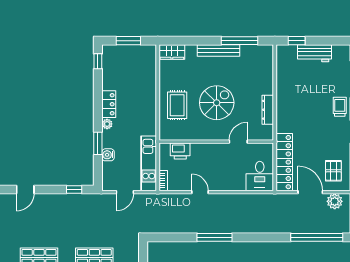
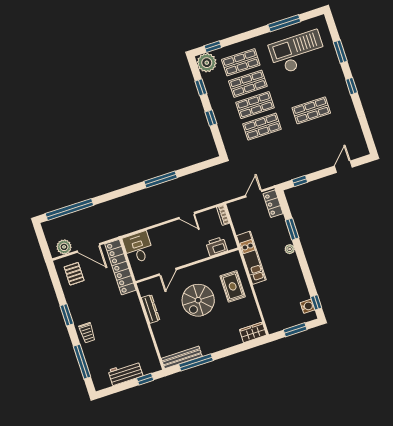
bench: (219, 50) -> (182, 357), moved
locker: (109, 104) -> (273, 204), moved
water cooler: (108, 155) -> (307, 306), moved
kitchen unit: (149, 163) -> (251, 258), moved

